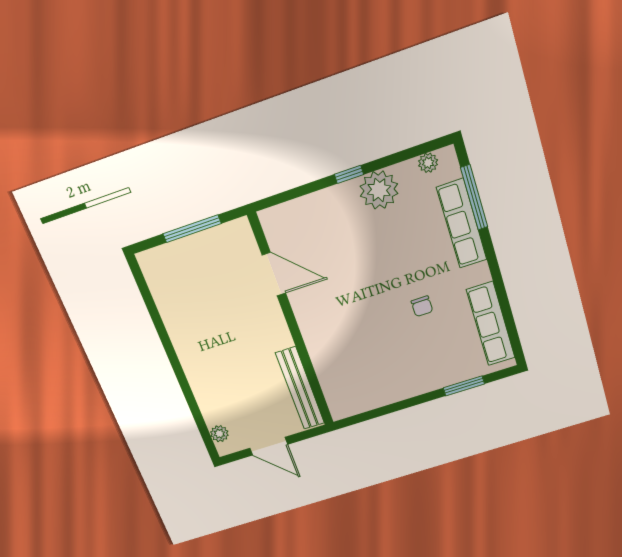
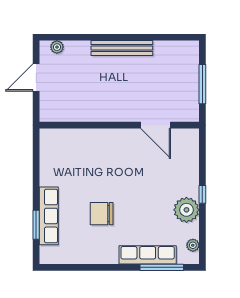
door: (274, 274) -> (156, 125), hinge flipped
chair: (422, 306) -> (102, 214), width x1.87, depth x1.87
row of seats: (491, 324) -> (49, 216), moved, turned 90
bench: (300, 388) -> (122, 48), moved

